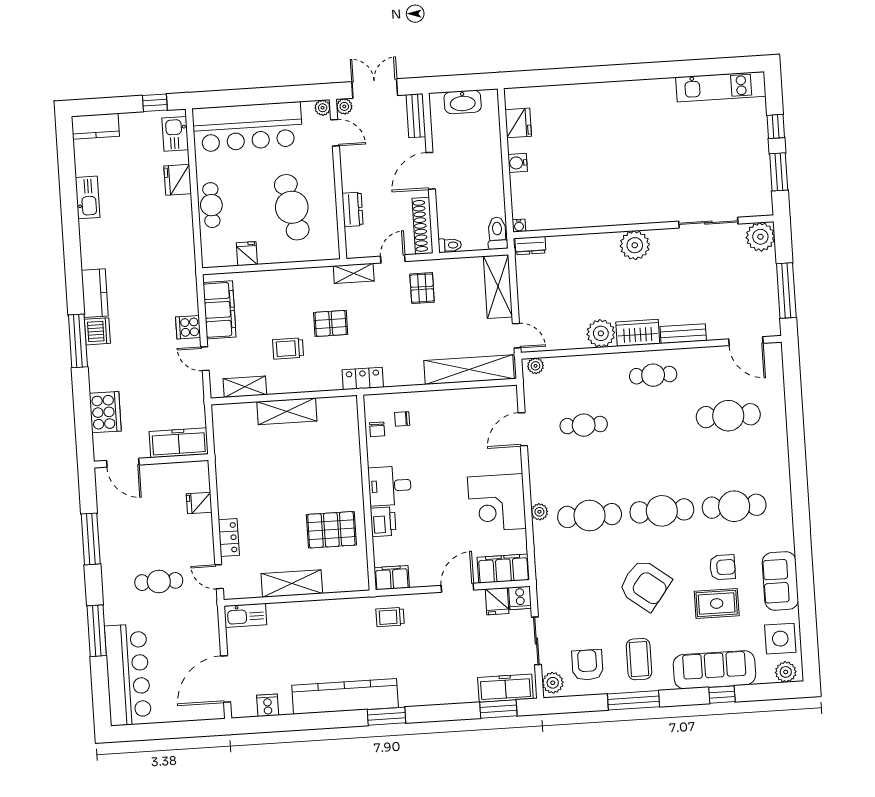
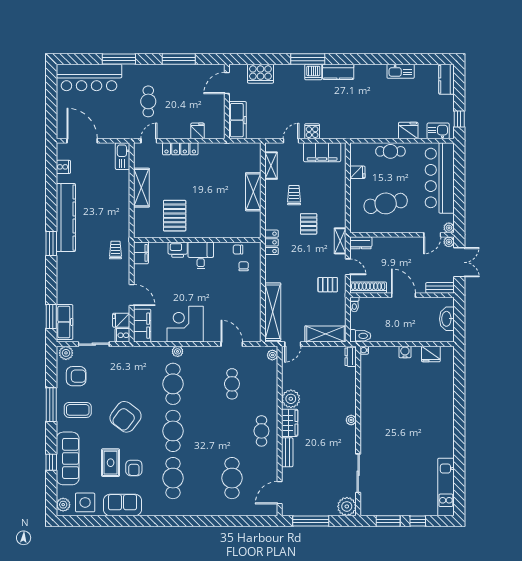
dresser: (353, 209) -> (361, 243), moved
plant: (635, 245) -> (351, 420), width x0.53, depth x0.53
locker: (229, 538) -> (180, 149), width x1.53

